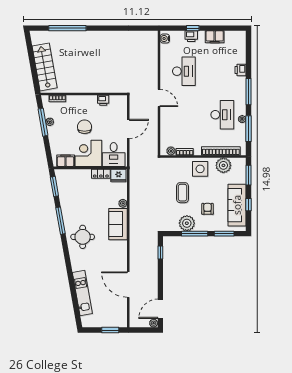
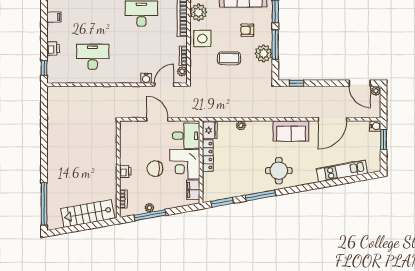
window: (67, 28) -> (44, 204), moved
window: (193, 28) -> (44, 68), moved
filing cabinet: (215, 37) -> (54, 17), width x0.50
water cooler: (165, 39) -> (146, 78), moved
door: (159, 98) -> (164, 85), moved
printer: (103, 100) -> (125, 171), moved
locker: (101, 174) -> (208, 156), width x1.53
sofa: (118, 224) -> (291, 131), moved
water cooler: (122, 323) -> (375, 126), added

